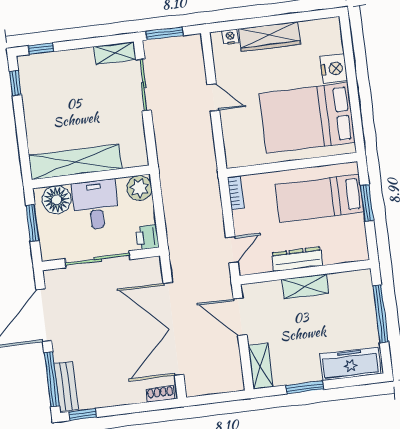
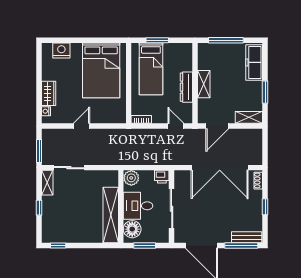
wardrobe: (269, 36) -> (49, 93), width x0.67
window: (41, 49) -> (39, 208), moved
nightstand: (334, 69) -> (61, 50), moved
window: (83, 415) -> (265, 207), moved

